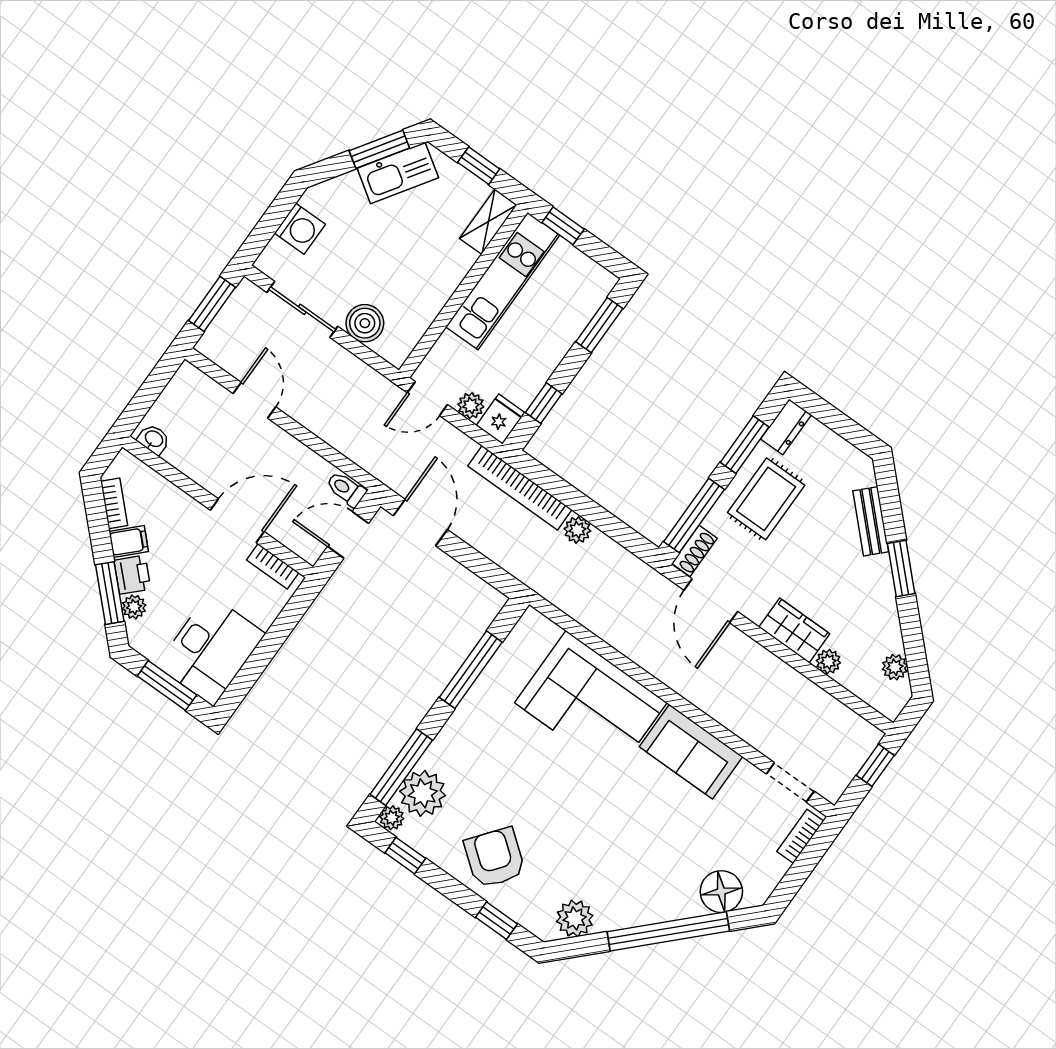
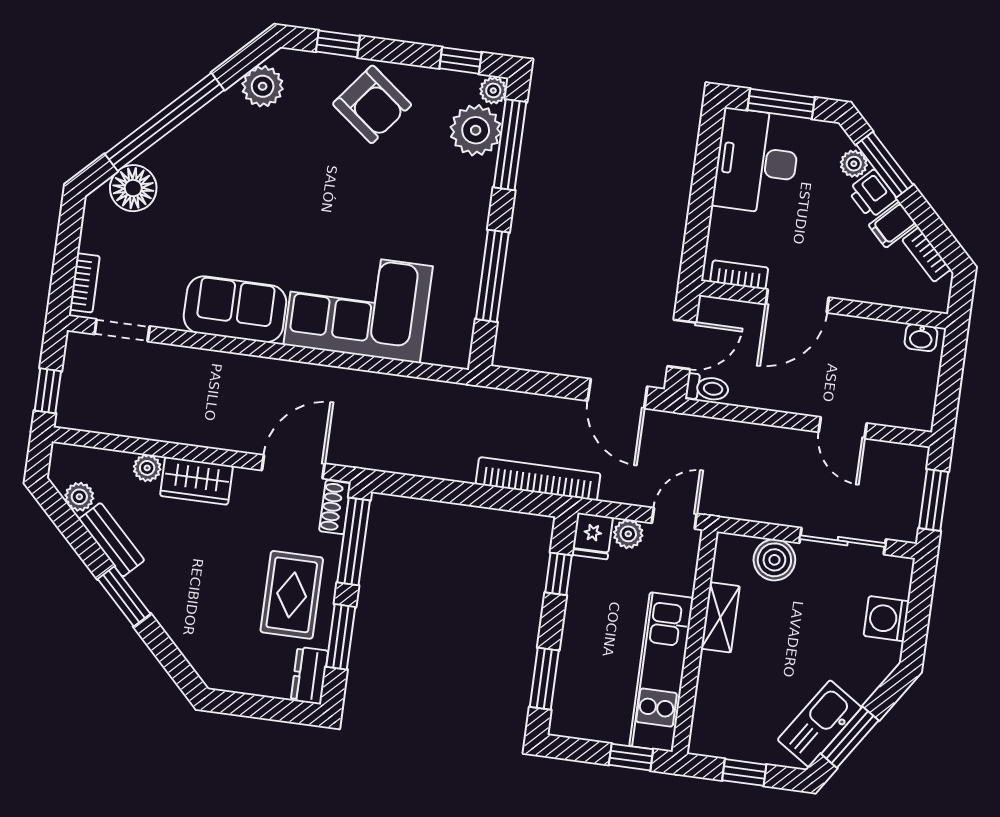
shelving: (488, 222) -> (720, 617), moved
bench: (871, 521) -> (112, 540), moved
plant: (577, 530) -> (460, 467), removed
door: (711, 601) -> (293, 467), hinge flipped

